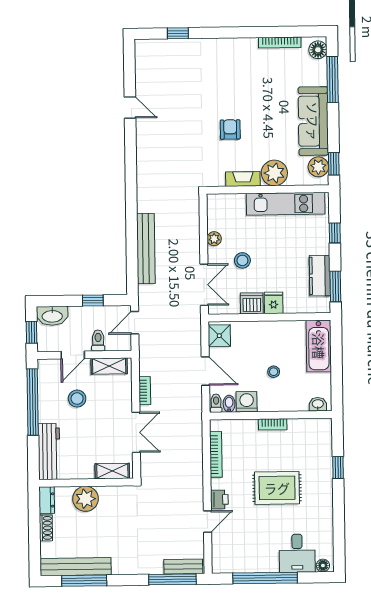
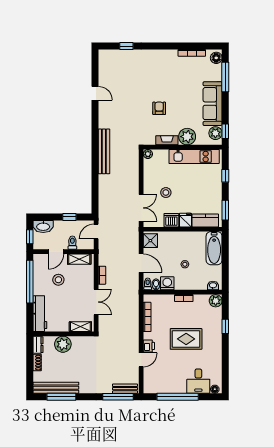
plant: (214, 239) -> (148, 154), moved
bench: (146, 249) -> (104, 151), moved
kitchen counter: (320, 276) -> (205, 220), moved, turned 90
plant: (322, 428) -> (216, 301), added

